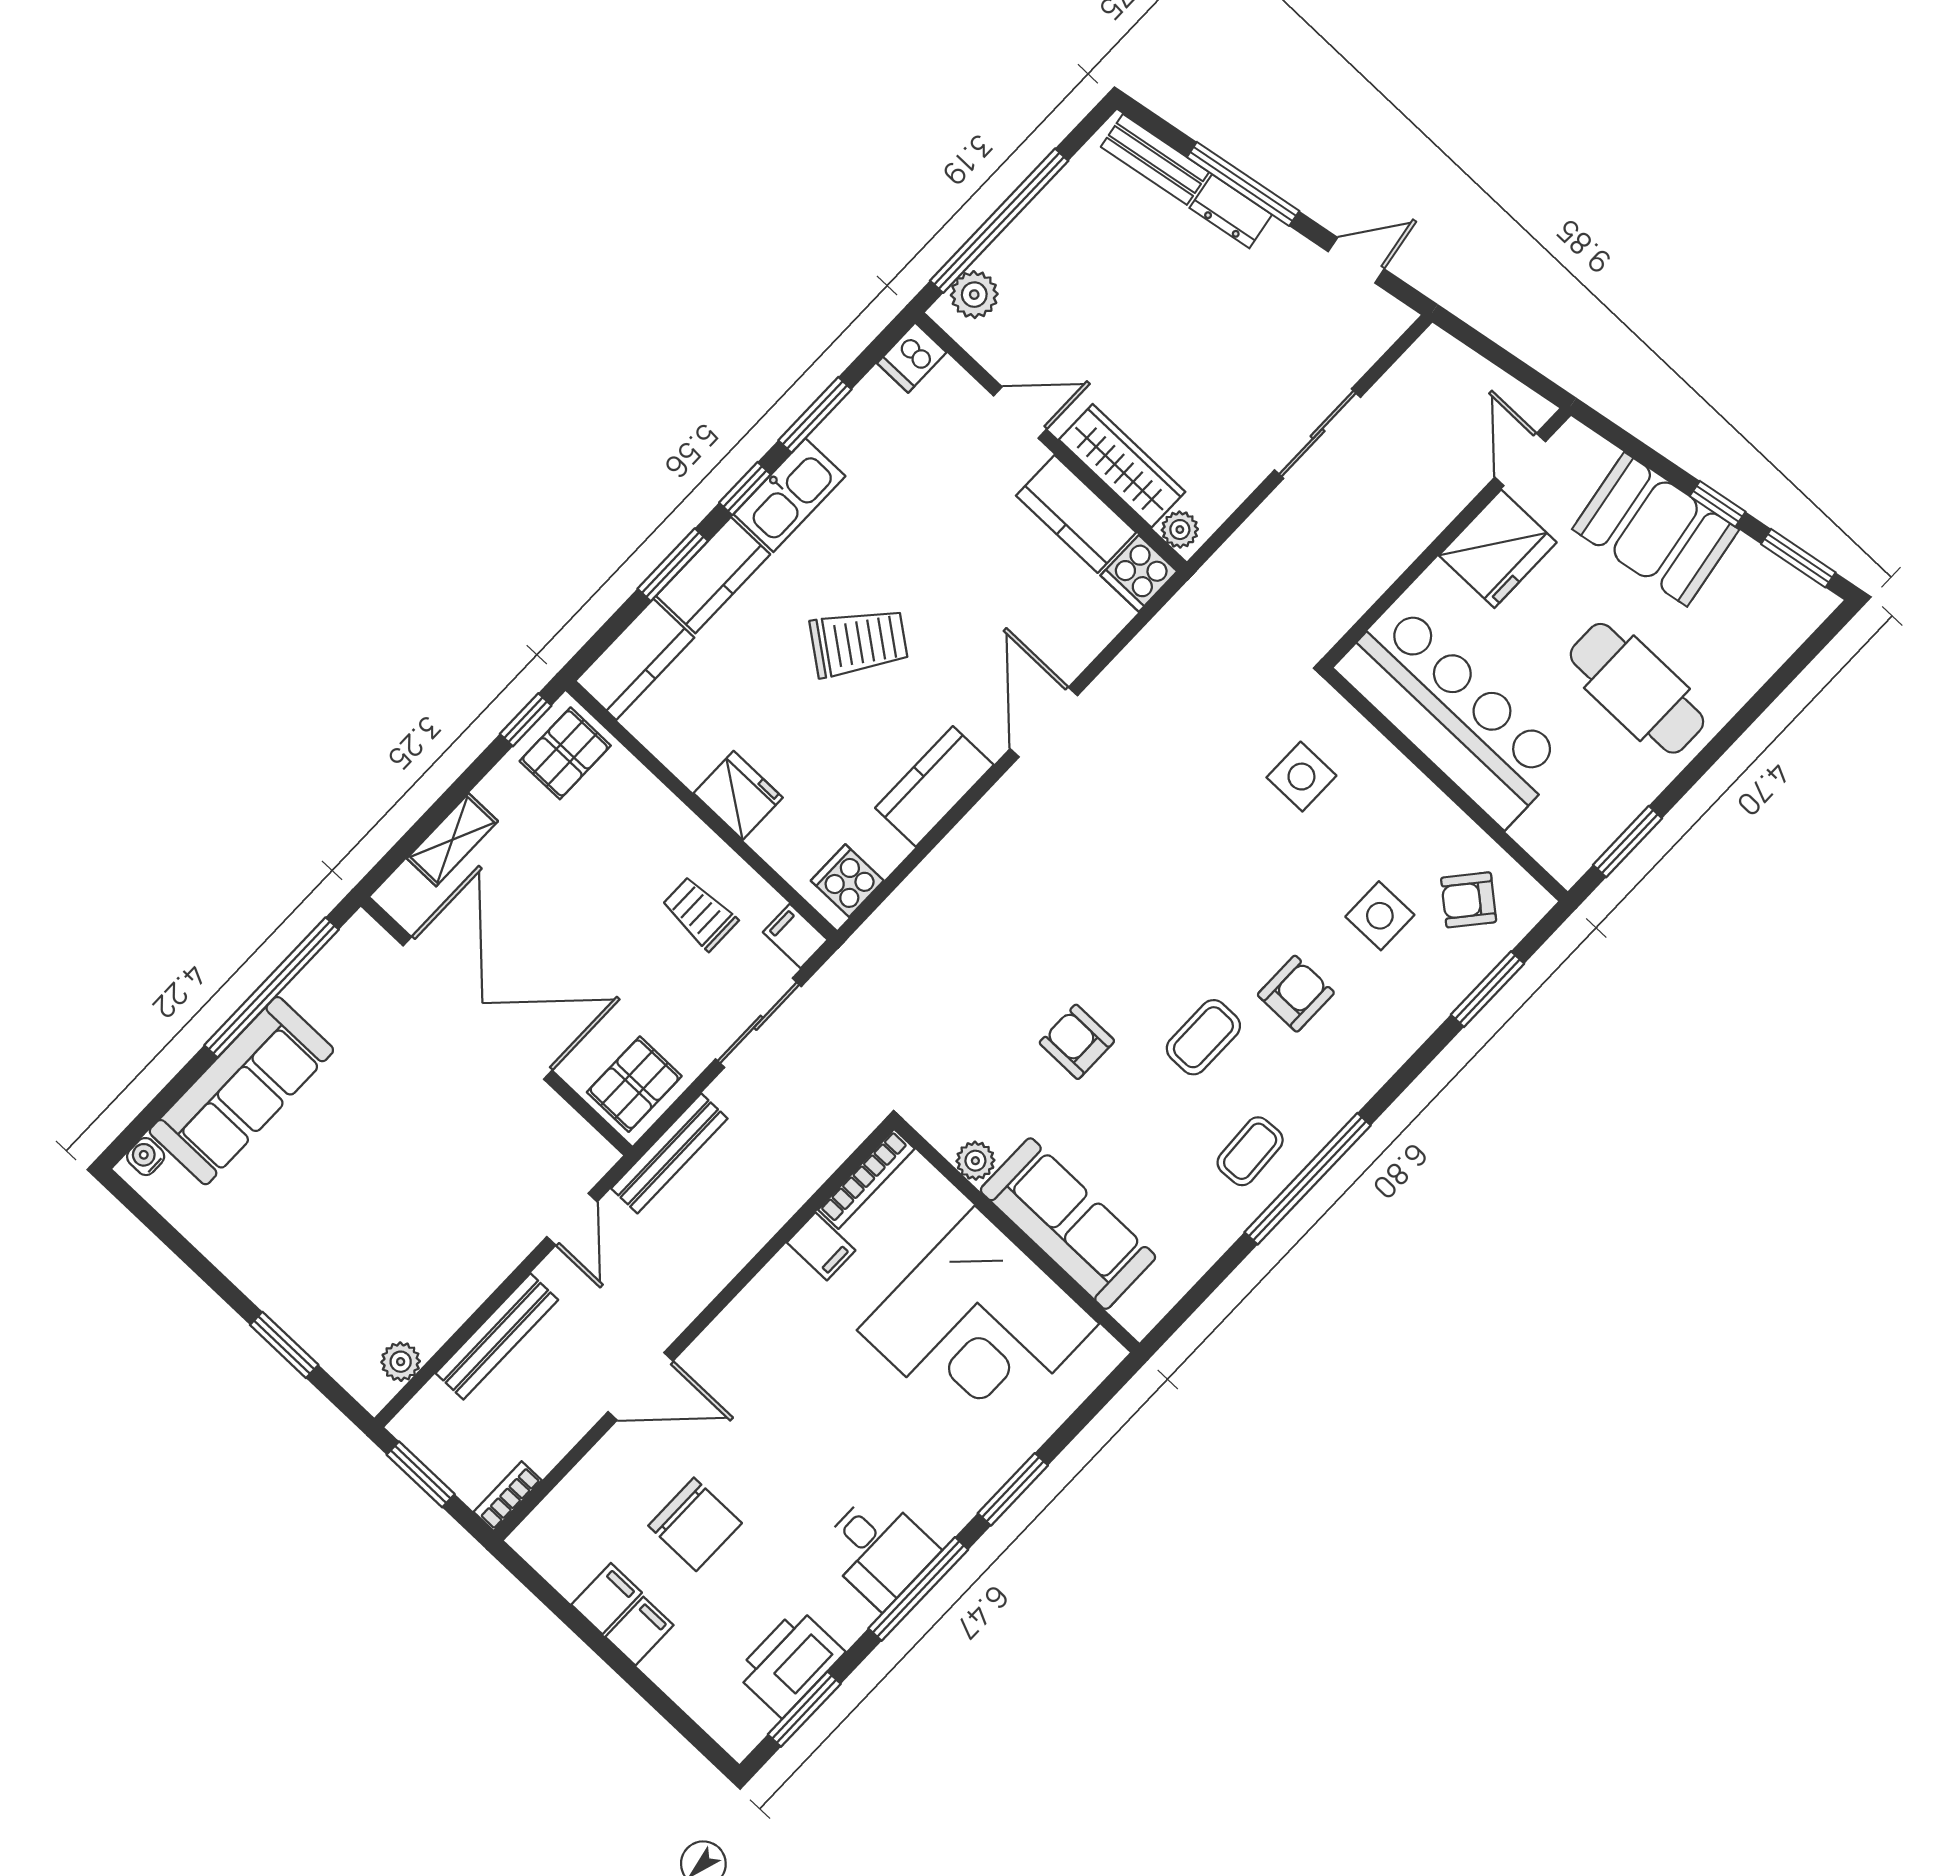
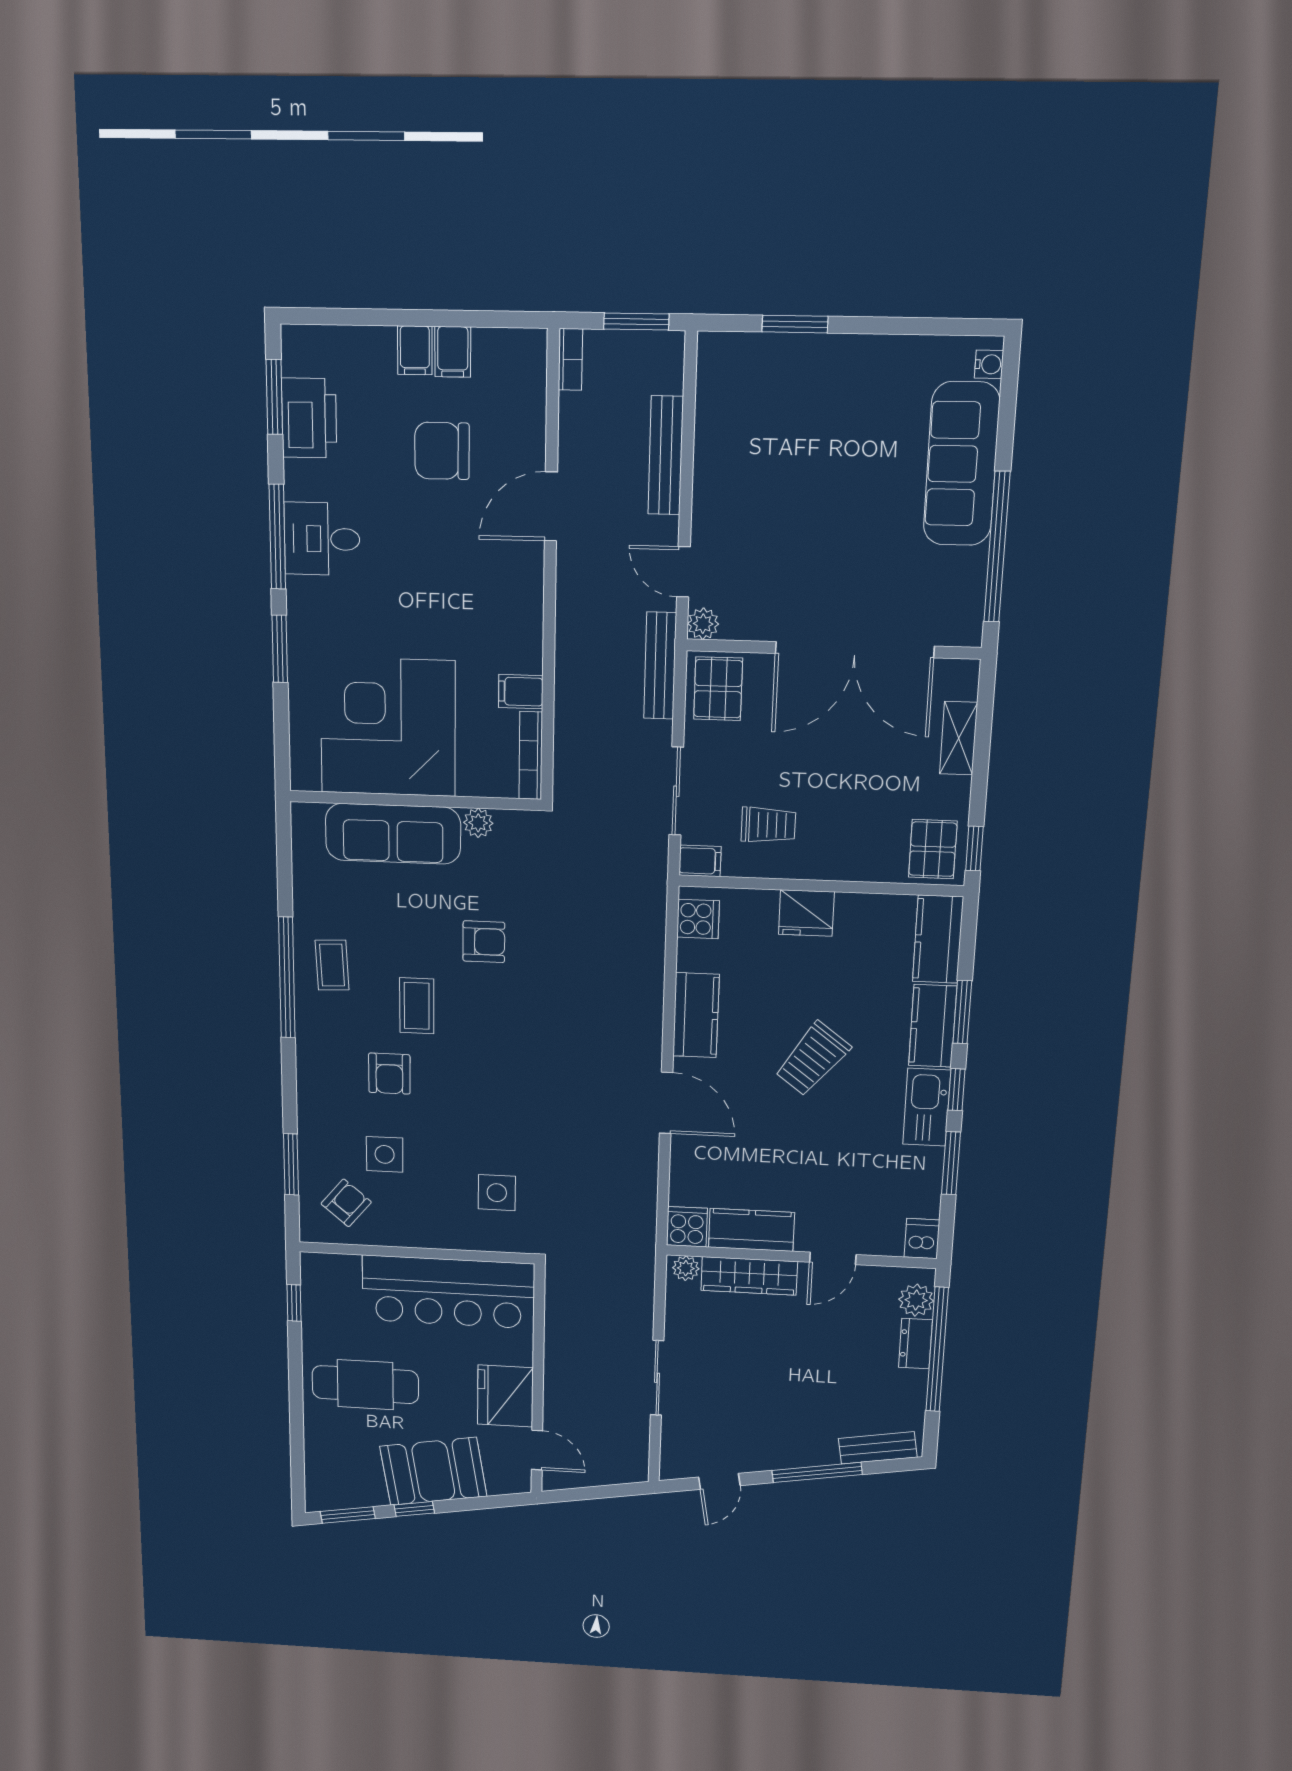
dresser: (1231, 211) -> (915, 1344), moved, turned -80
window: (1628, 842) -> (294, 1303), width x0.67
plant: (401, 1362) -> (703, 624), moved

